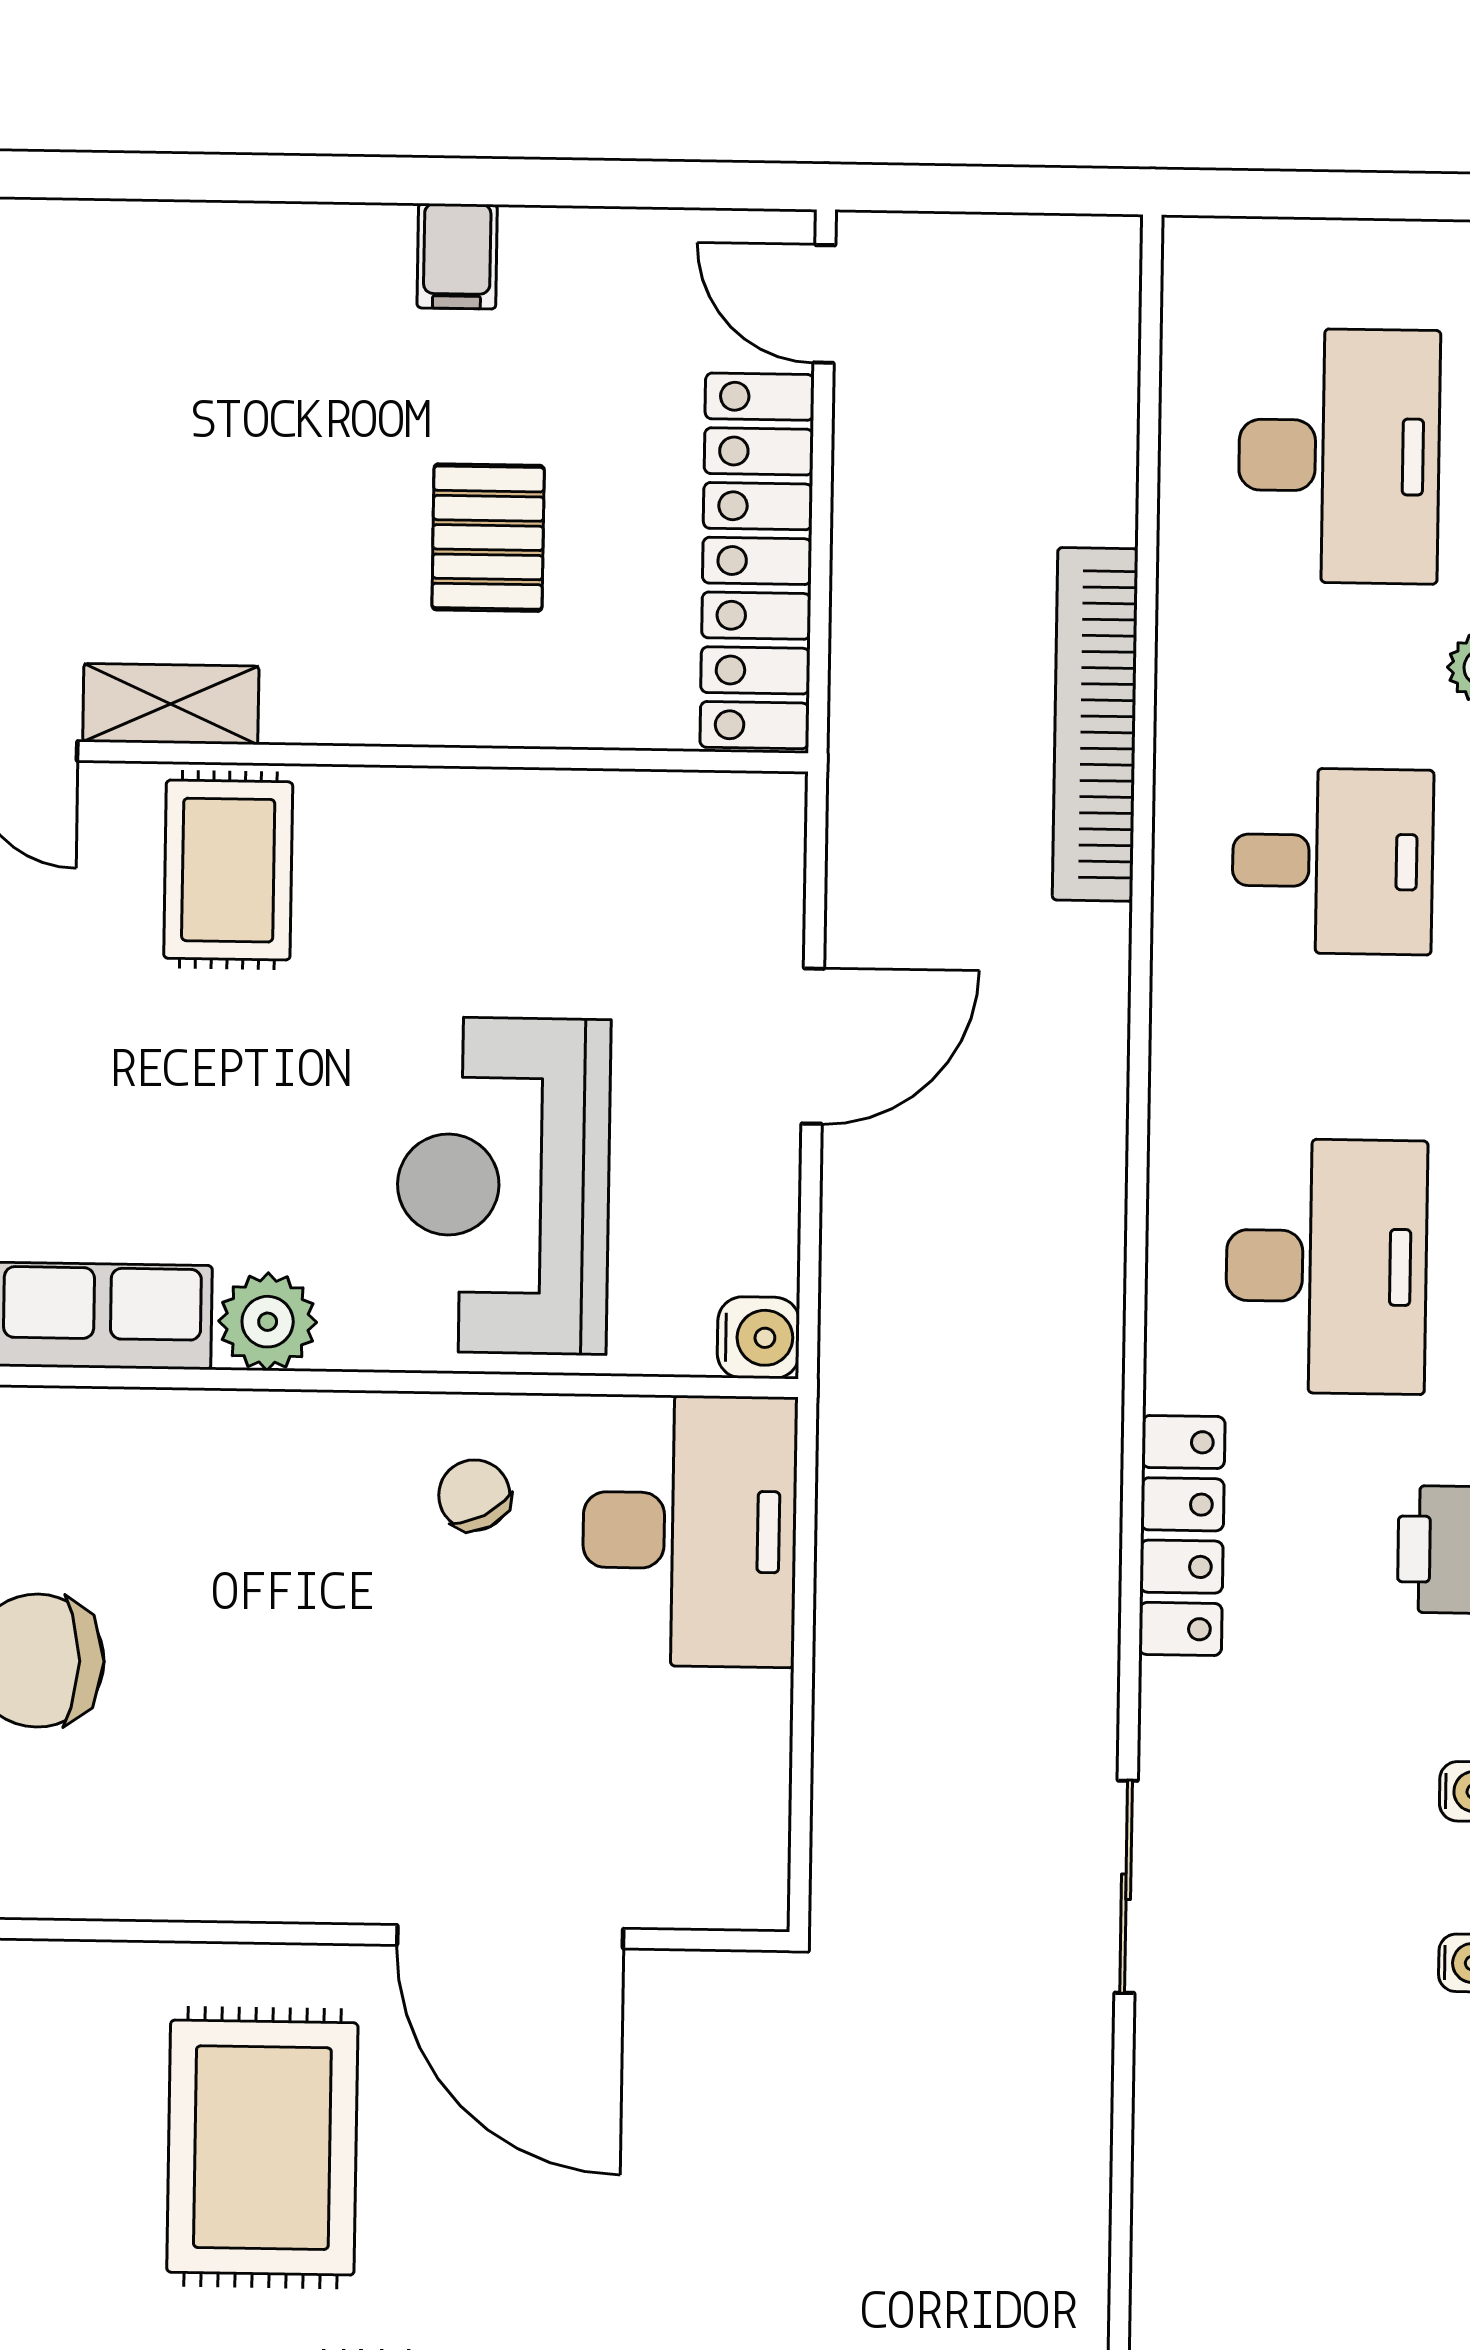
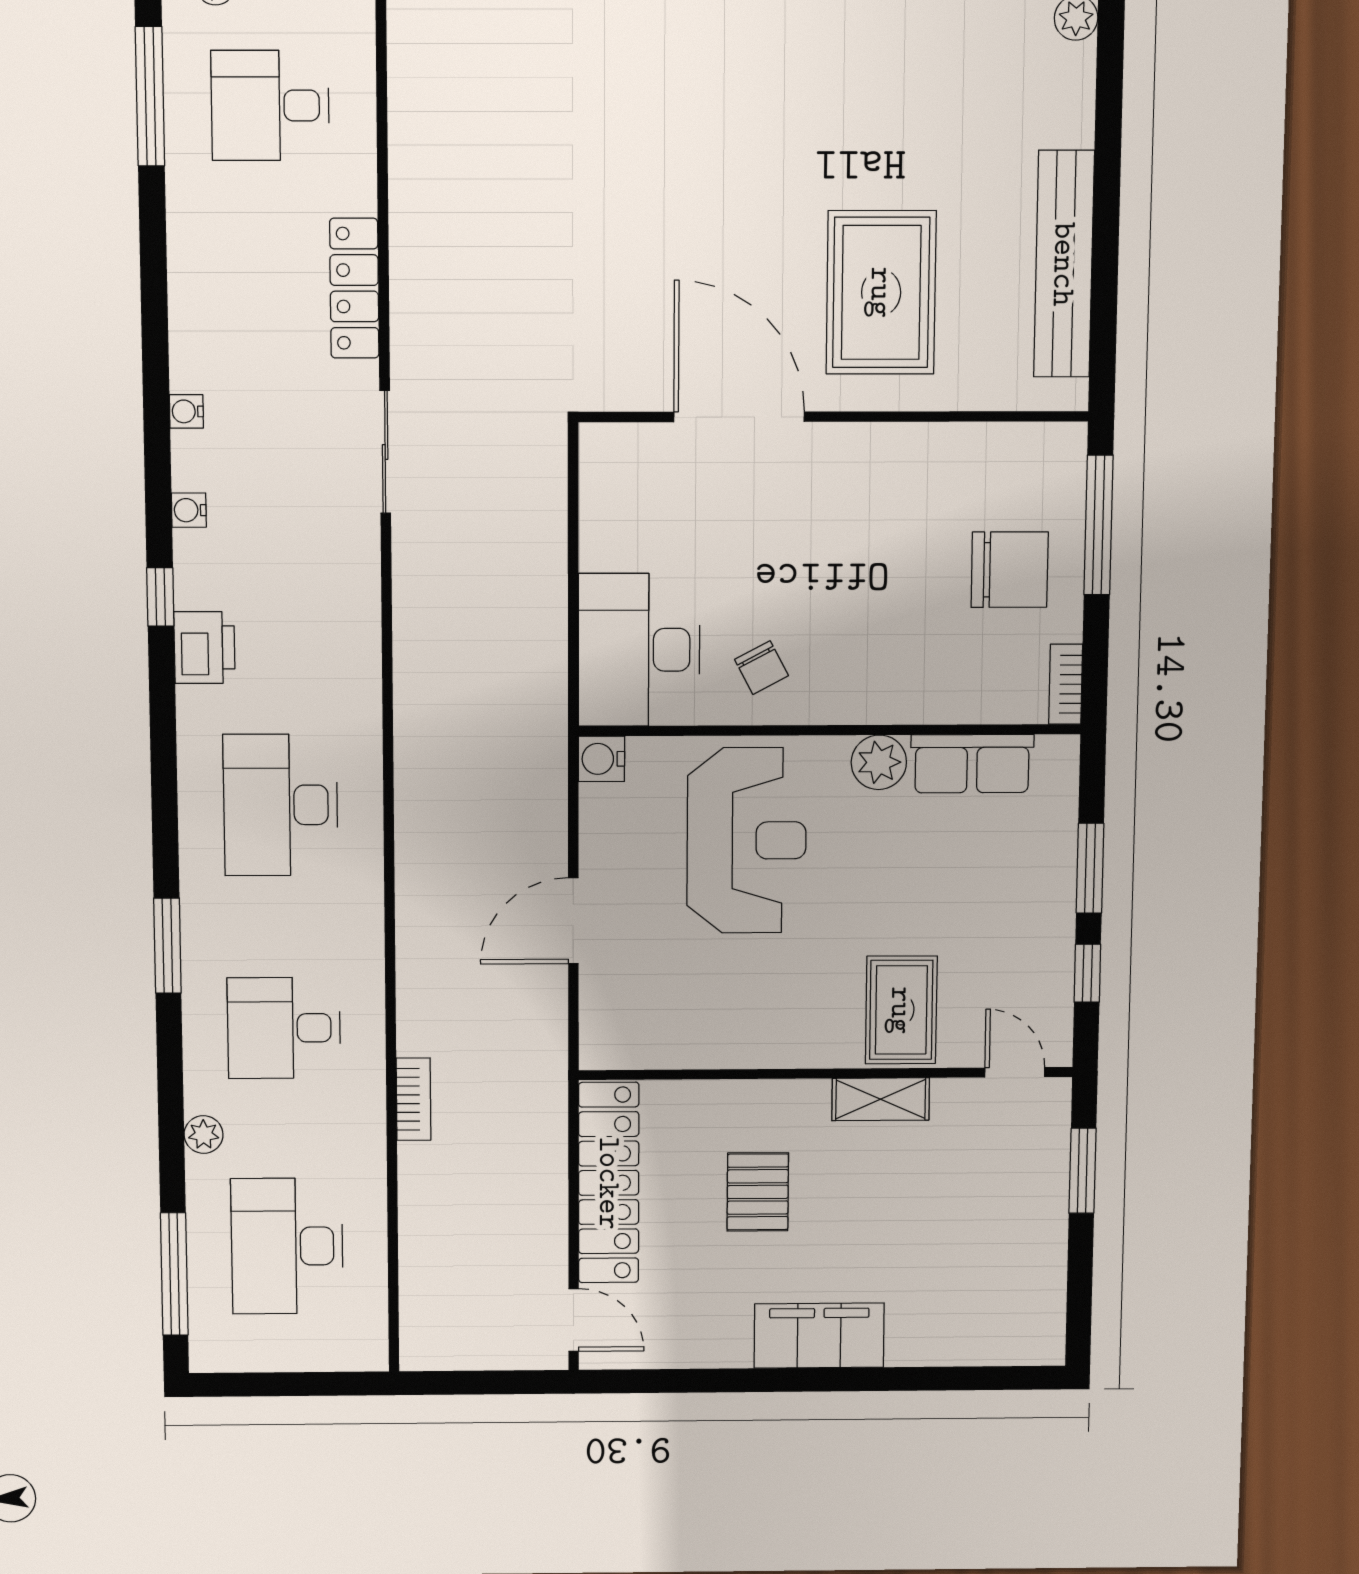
filing cabinet: (457, 256) -> (819, 1336), width x3.00, depth x1.17
shelving: (171, 704) -> (881, 1099), moved
bookcase: (1095, 724) -> (413, 1099), width x0.43, depth x0.76
locker: (1182, 1535) -> (354, 288), moved

